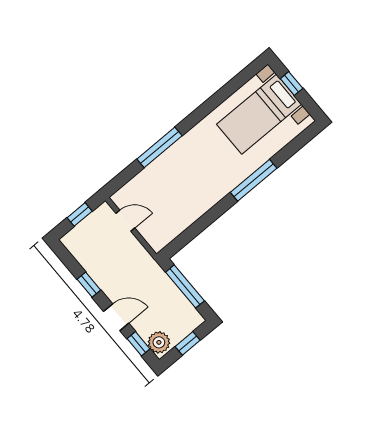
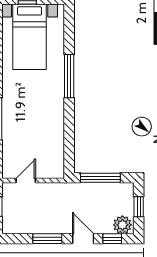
window: (89, 285) -> (47, 239), width x1.50
door: (116, 317) -> (83, 239), hinge flipped

